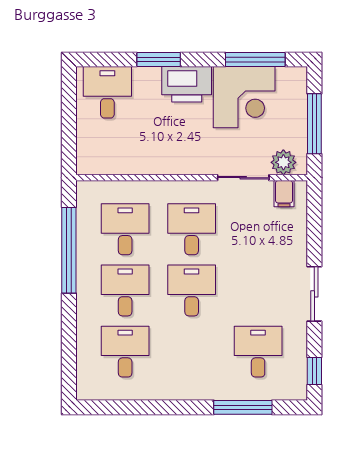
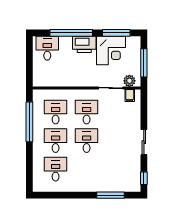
window: (159, 59) -> (71, 33), width x2.11
desk: (258, 352) -> (118, 169), removed

